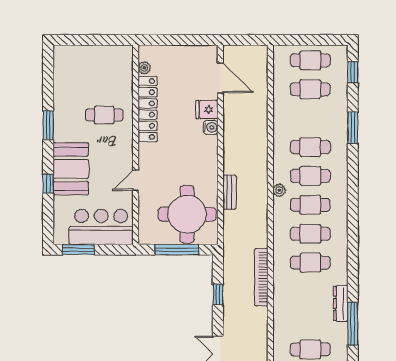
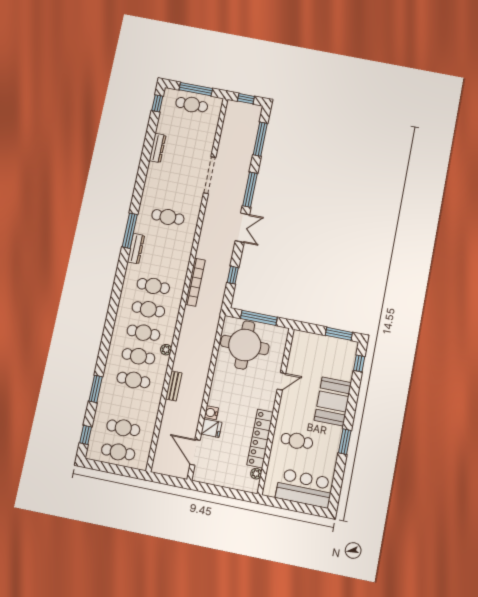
window: (48, 184) -> (359, 363), moved
bench: (229, 192) -> (174, 386), moved
bar counter: (101, 227) -> (304, 488), moved, turned 180

